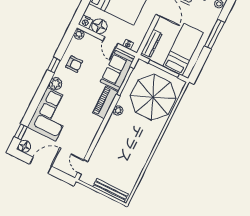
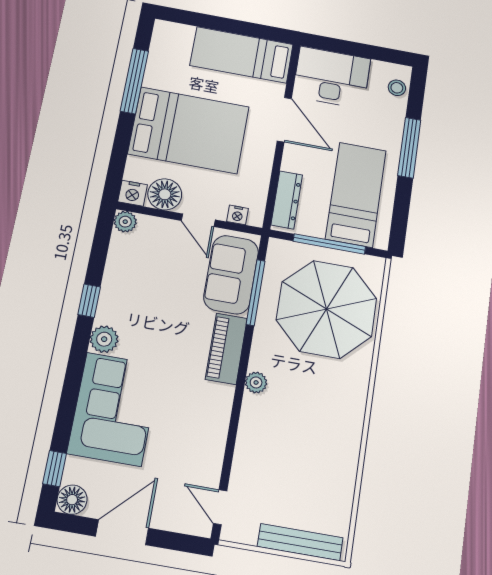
armchair: (74, 64) -> (133, 287), removed
plant: (118, 111) -> (256, 382), moved

